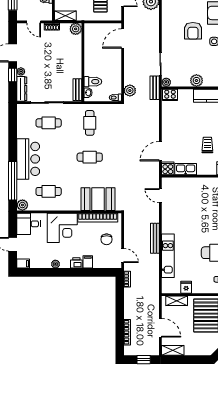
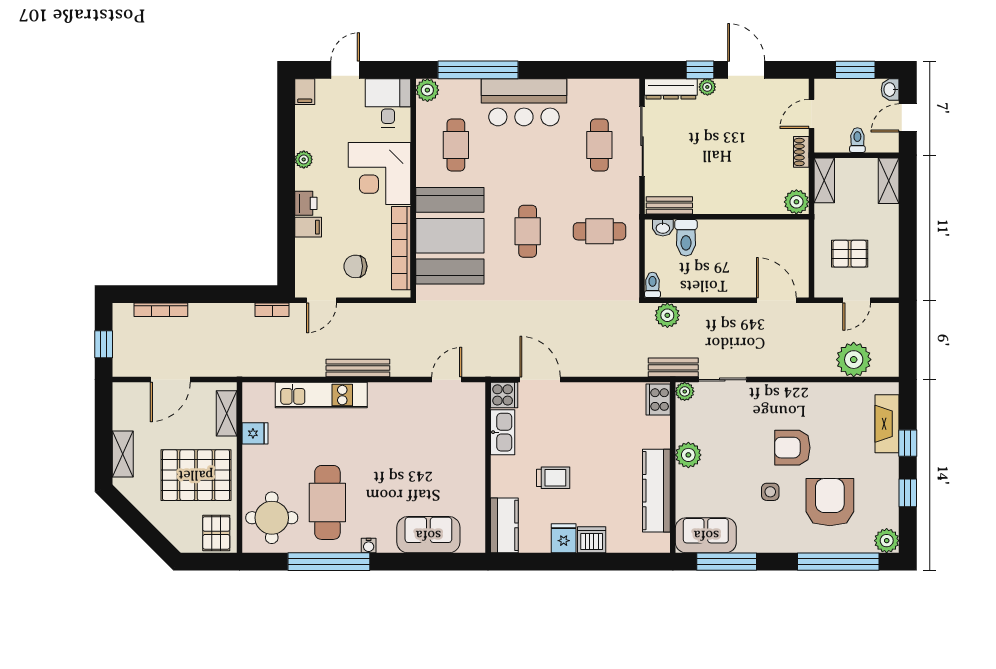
booth: (98, 199) -> (450, 236), width x1.36, depth x1.42
shelving: (173, 350) -> (123, 454), moved

